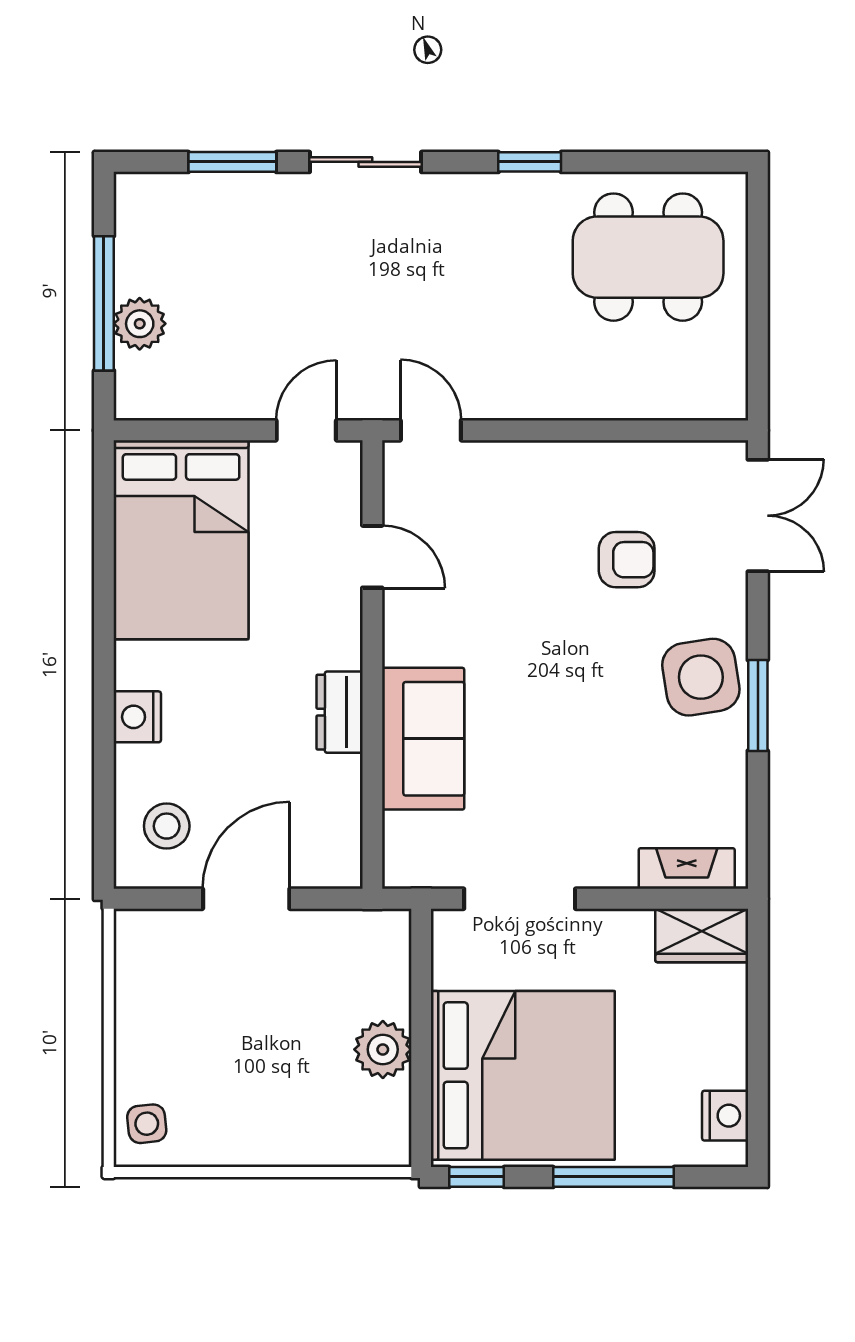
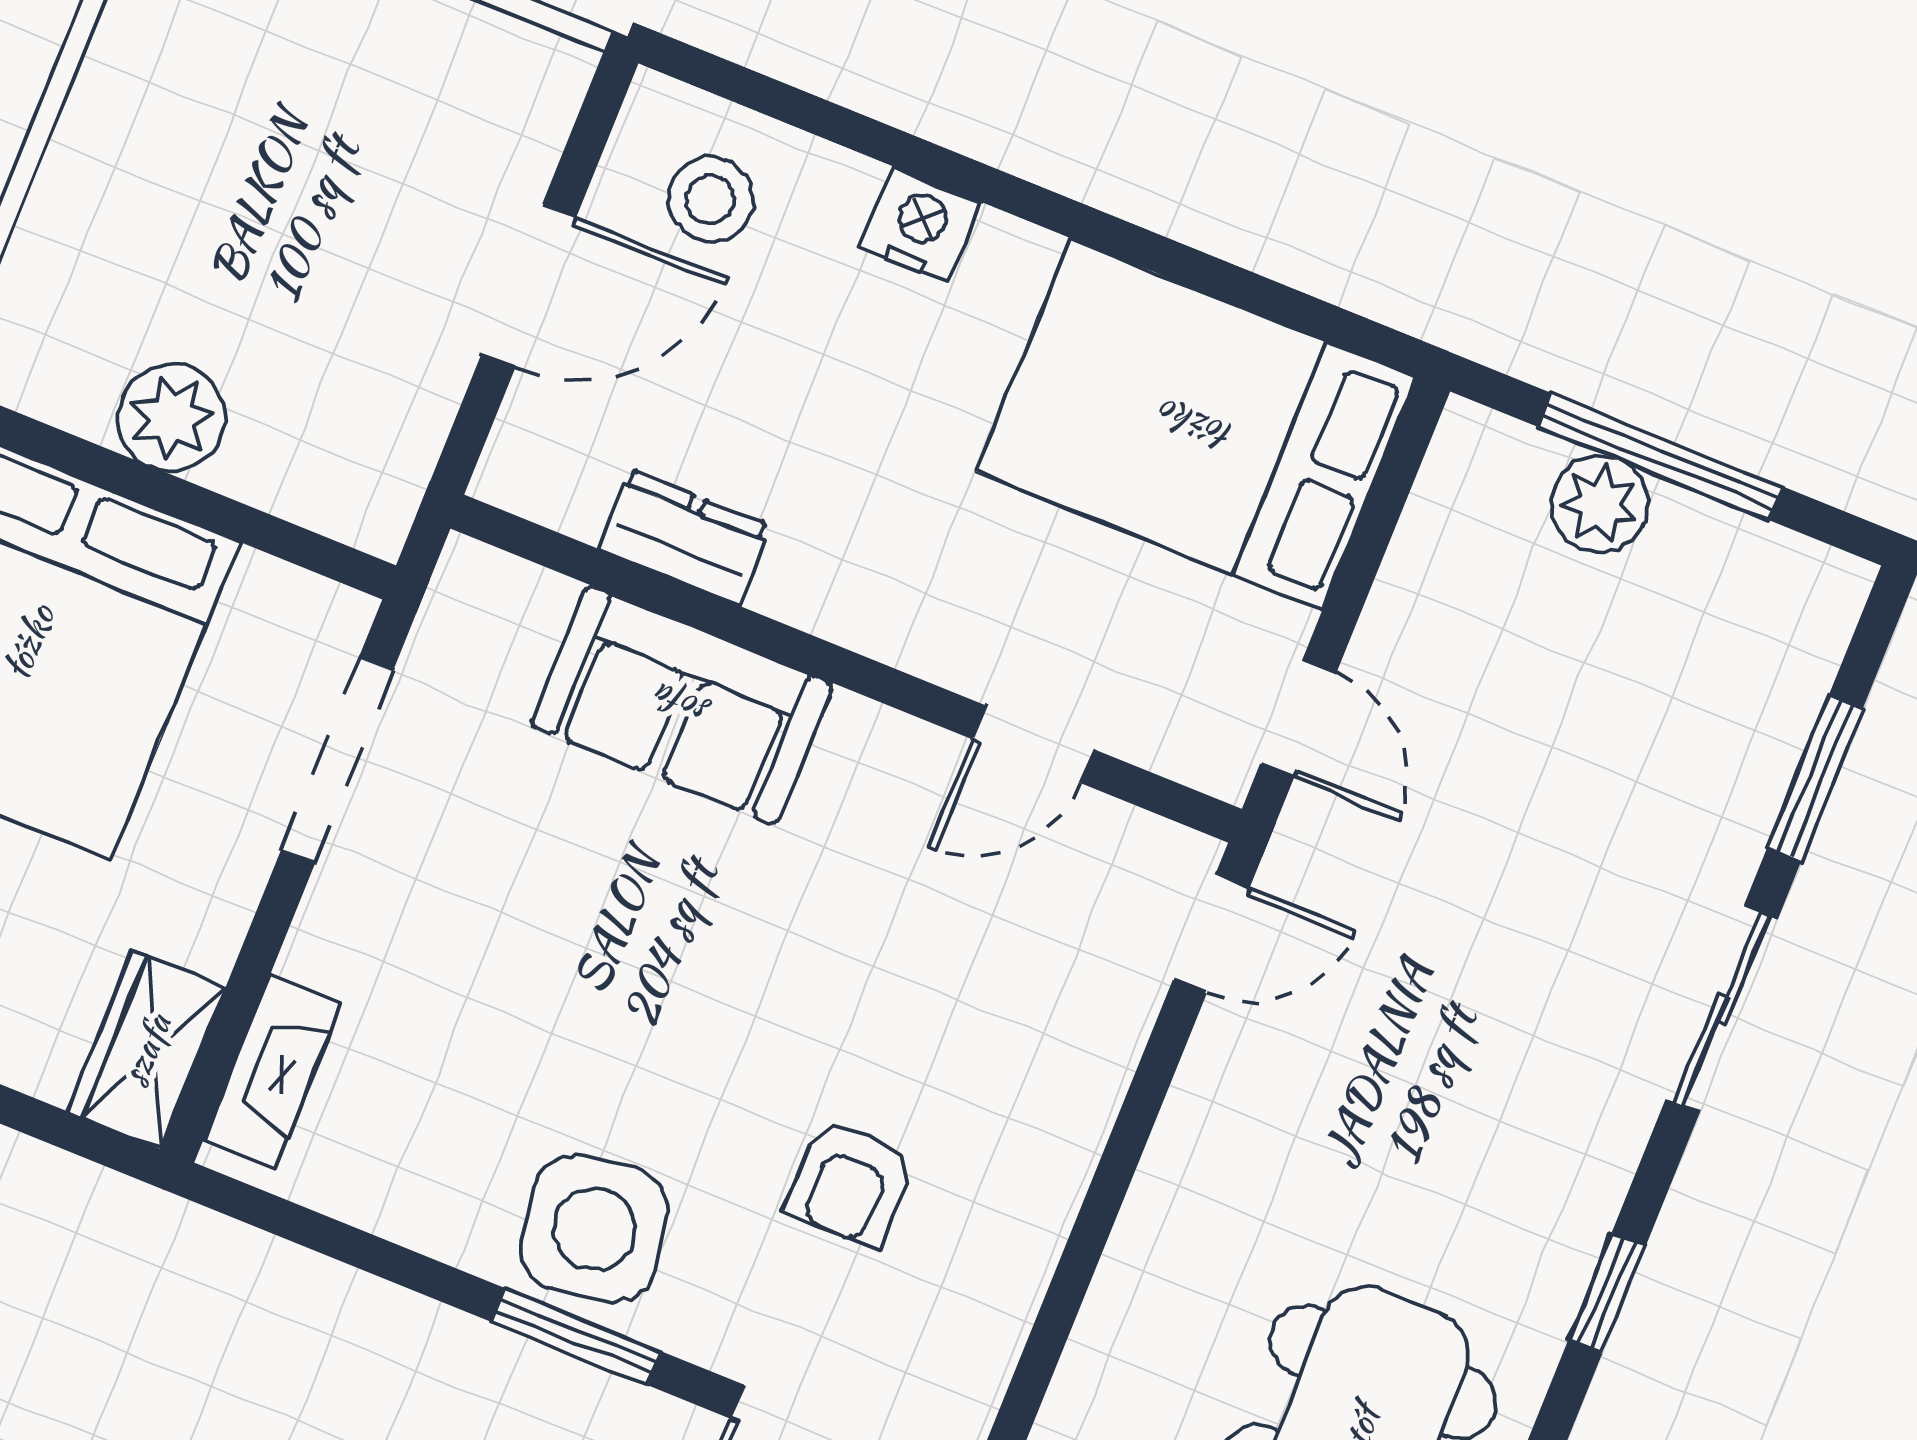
window: (758, 705) -> (576, 1337), moved
dresser: (340, 712) -> (684, 537), moved
door: (246, 899) -> (529, 286), hinge flipped

